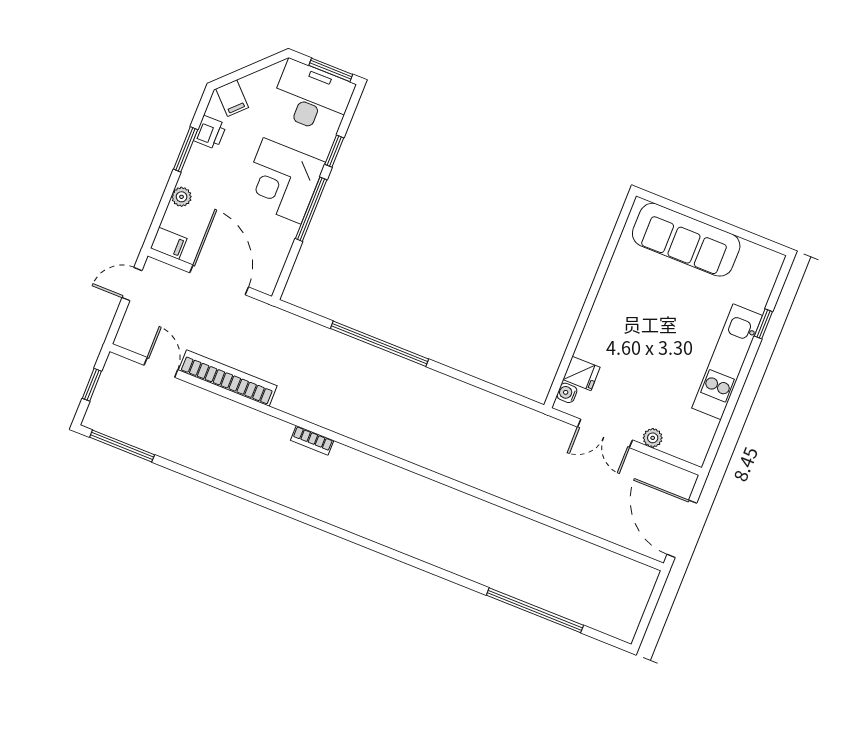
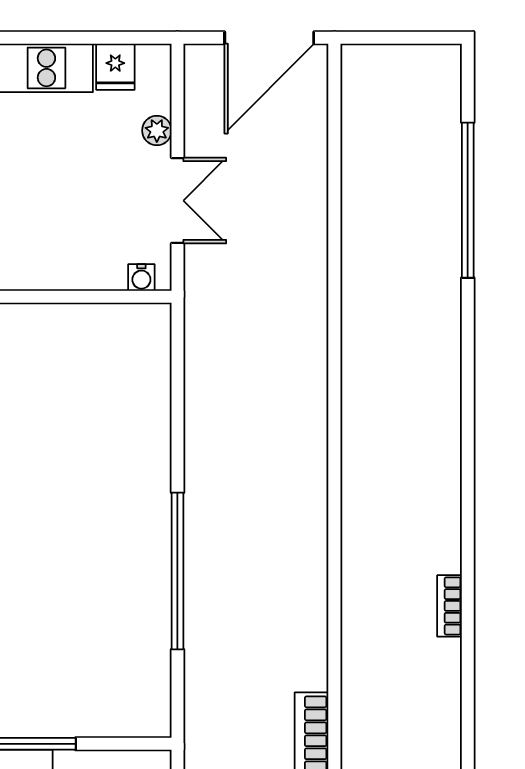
fridge: (582, 373) -> (115, 67), moved, turned 180
bookcase: (312, 440) -> (450, 606), moved, turned 180

